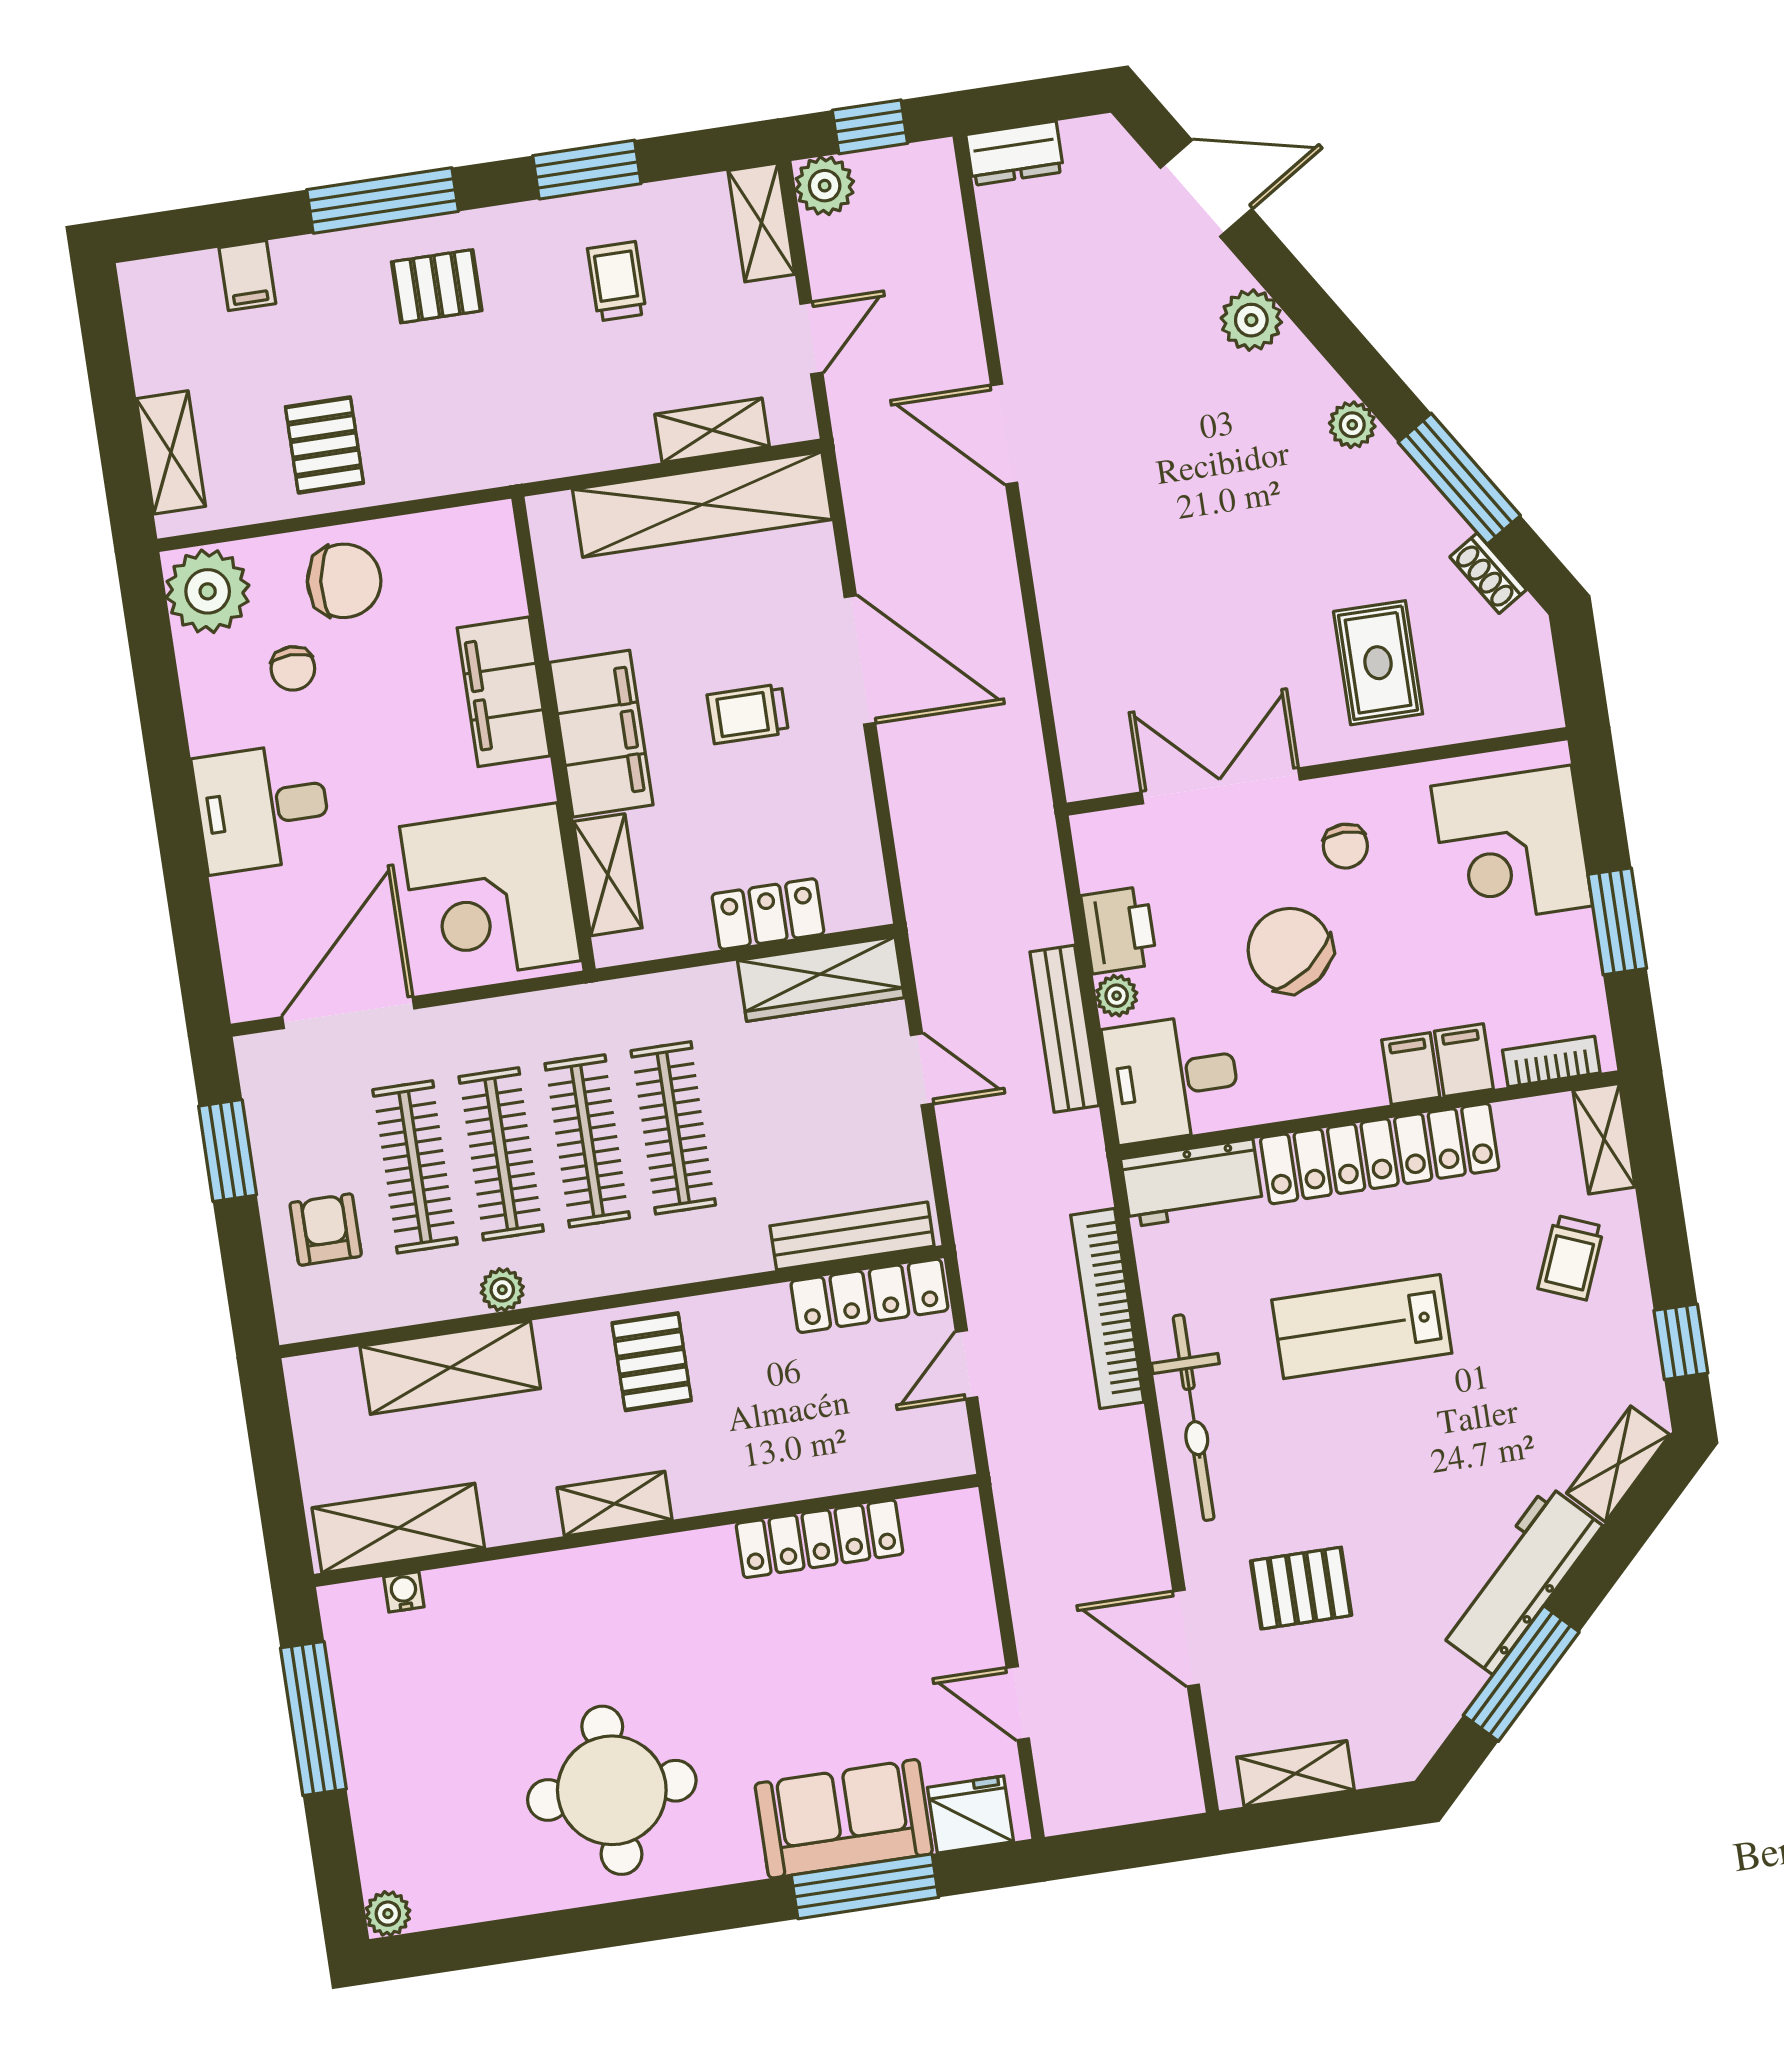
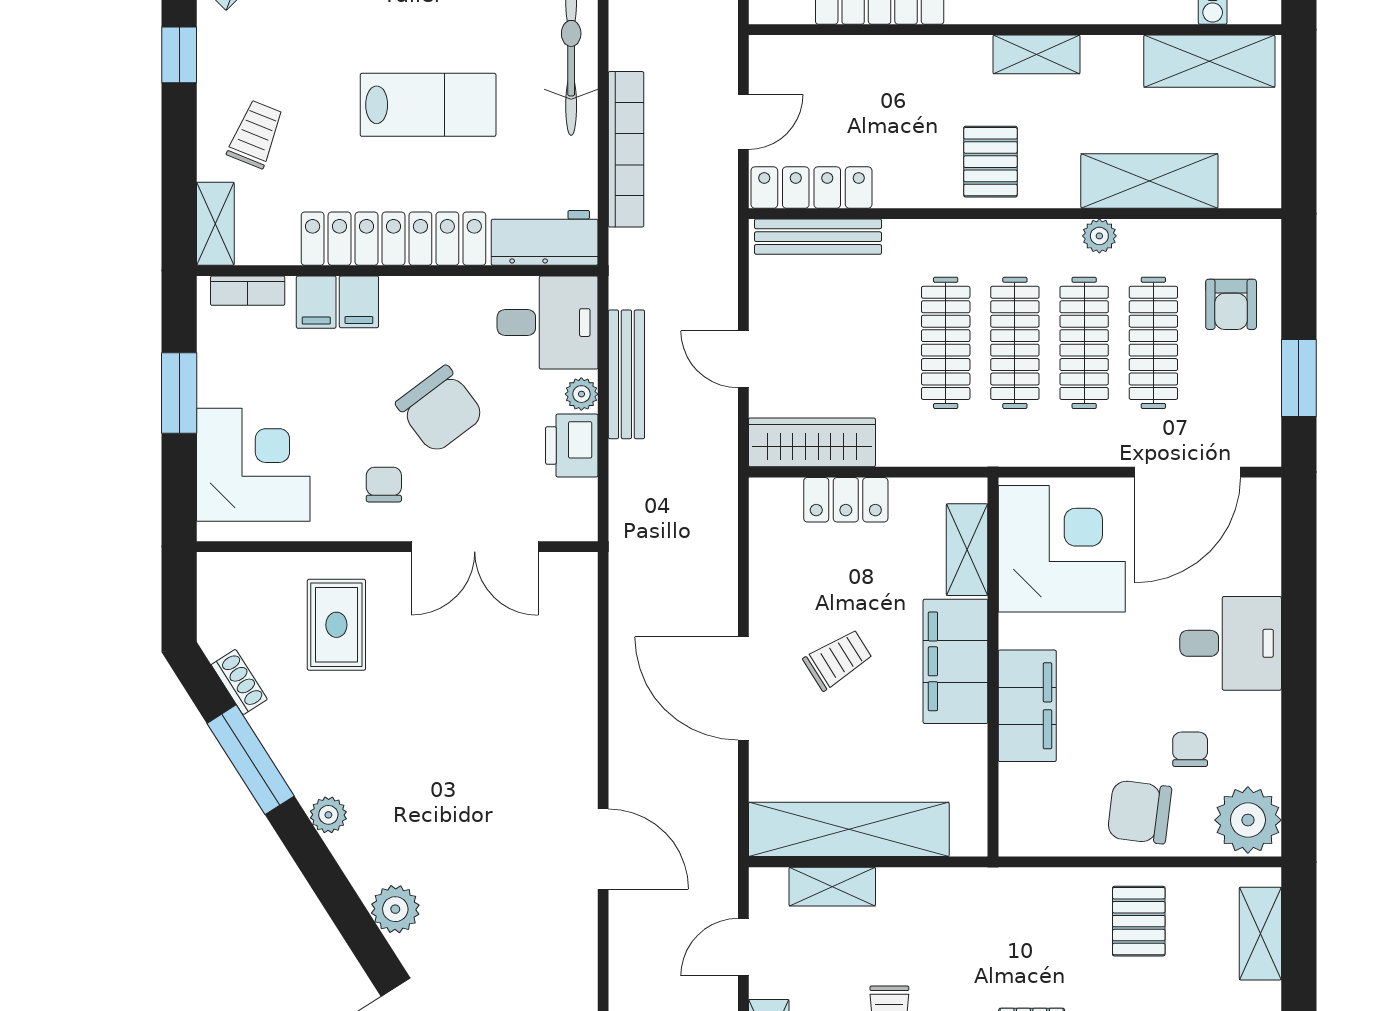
trolley: (748, 714) -> (838, 660), turned -32

